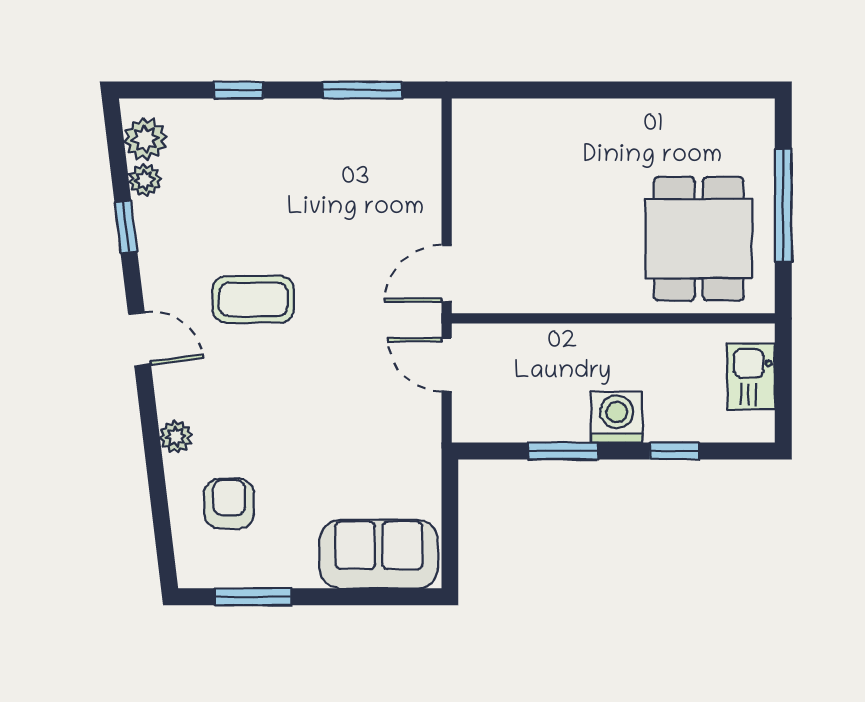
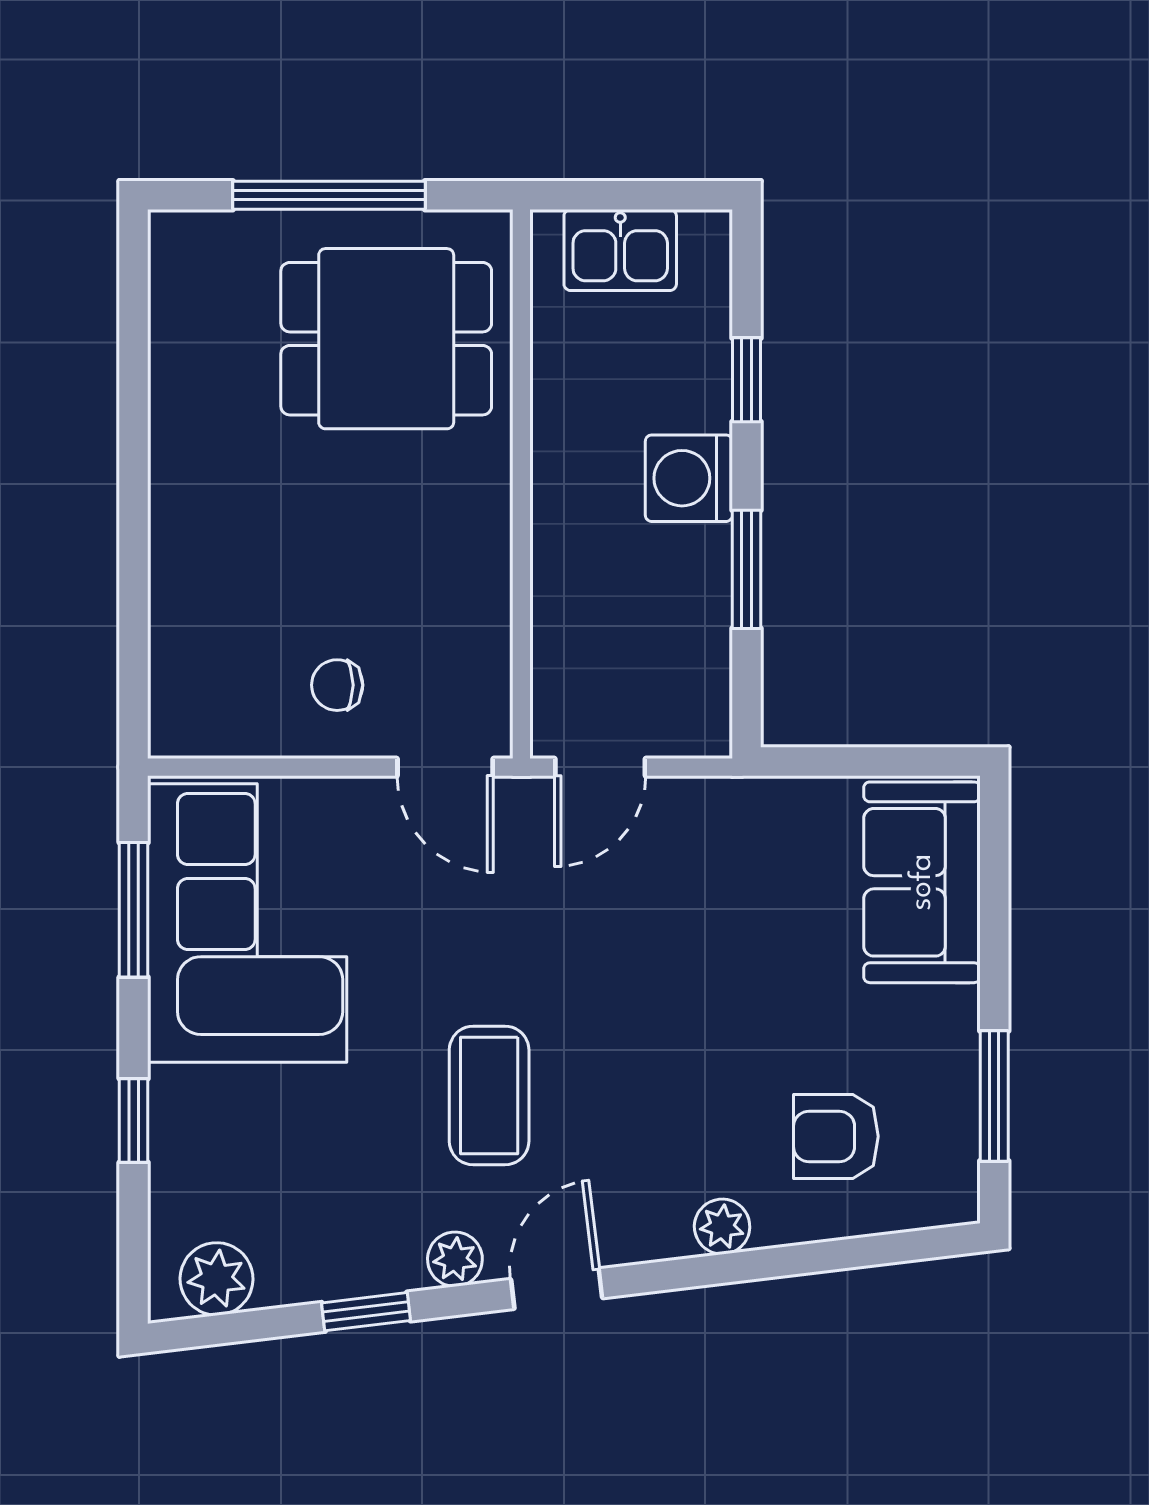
corner sofa: (355, 157) -> (247, 923), added
plant: (145, 180) -> (455, 1259), moved
chair: (495, 210) -> (337, 685), added

